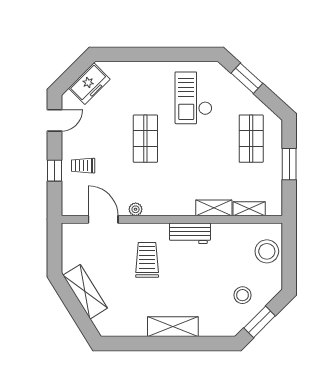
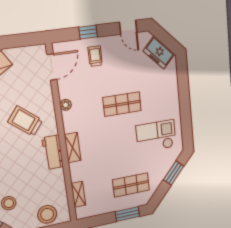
window: (289, 164) -> (127, 214), moved
shelving: (214, 208) -> (73, 148), moved
door: (103, 219) -> (52, 67), moved
trolley: (147, 260) -> (25, 121), turned -141

